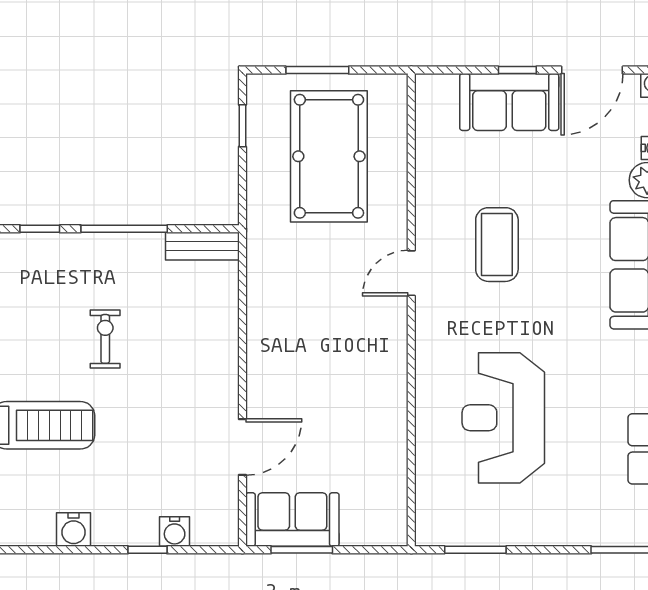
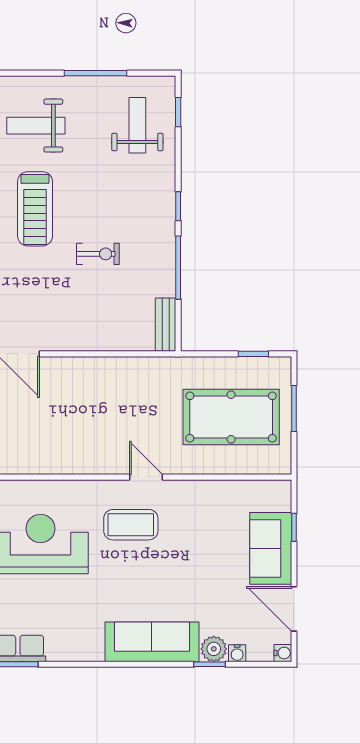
window: (517, 70) -> (294, 527), moved
coffee table: (497, 245) -> (131, 525), moved

